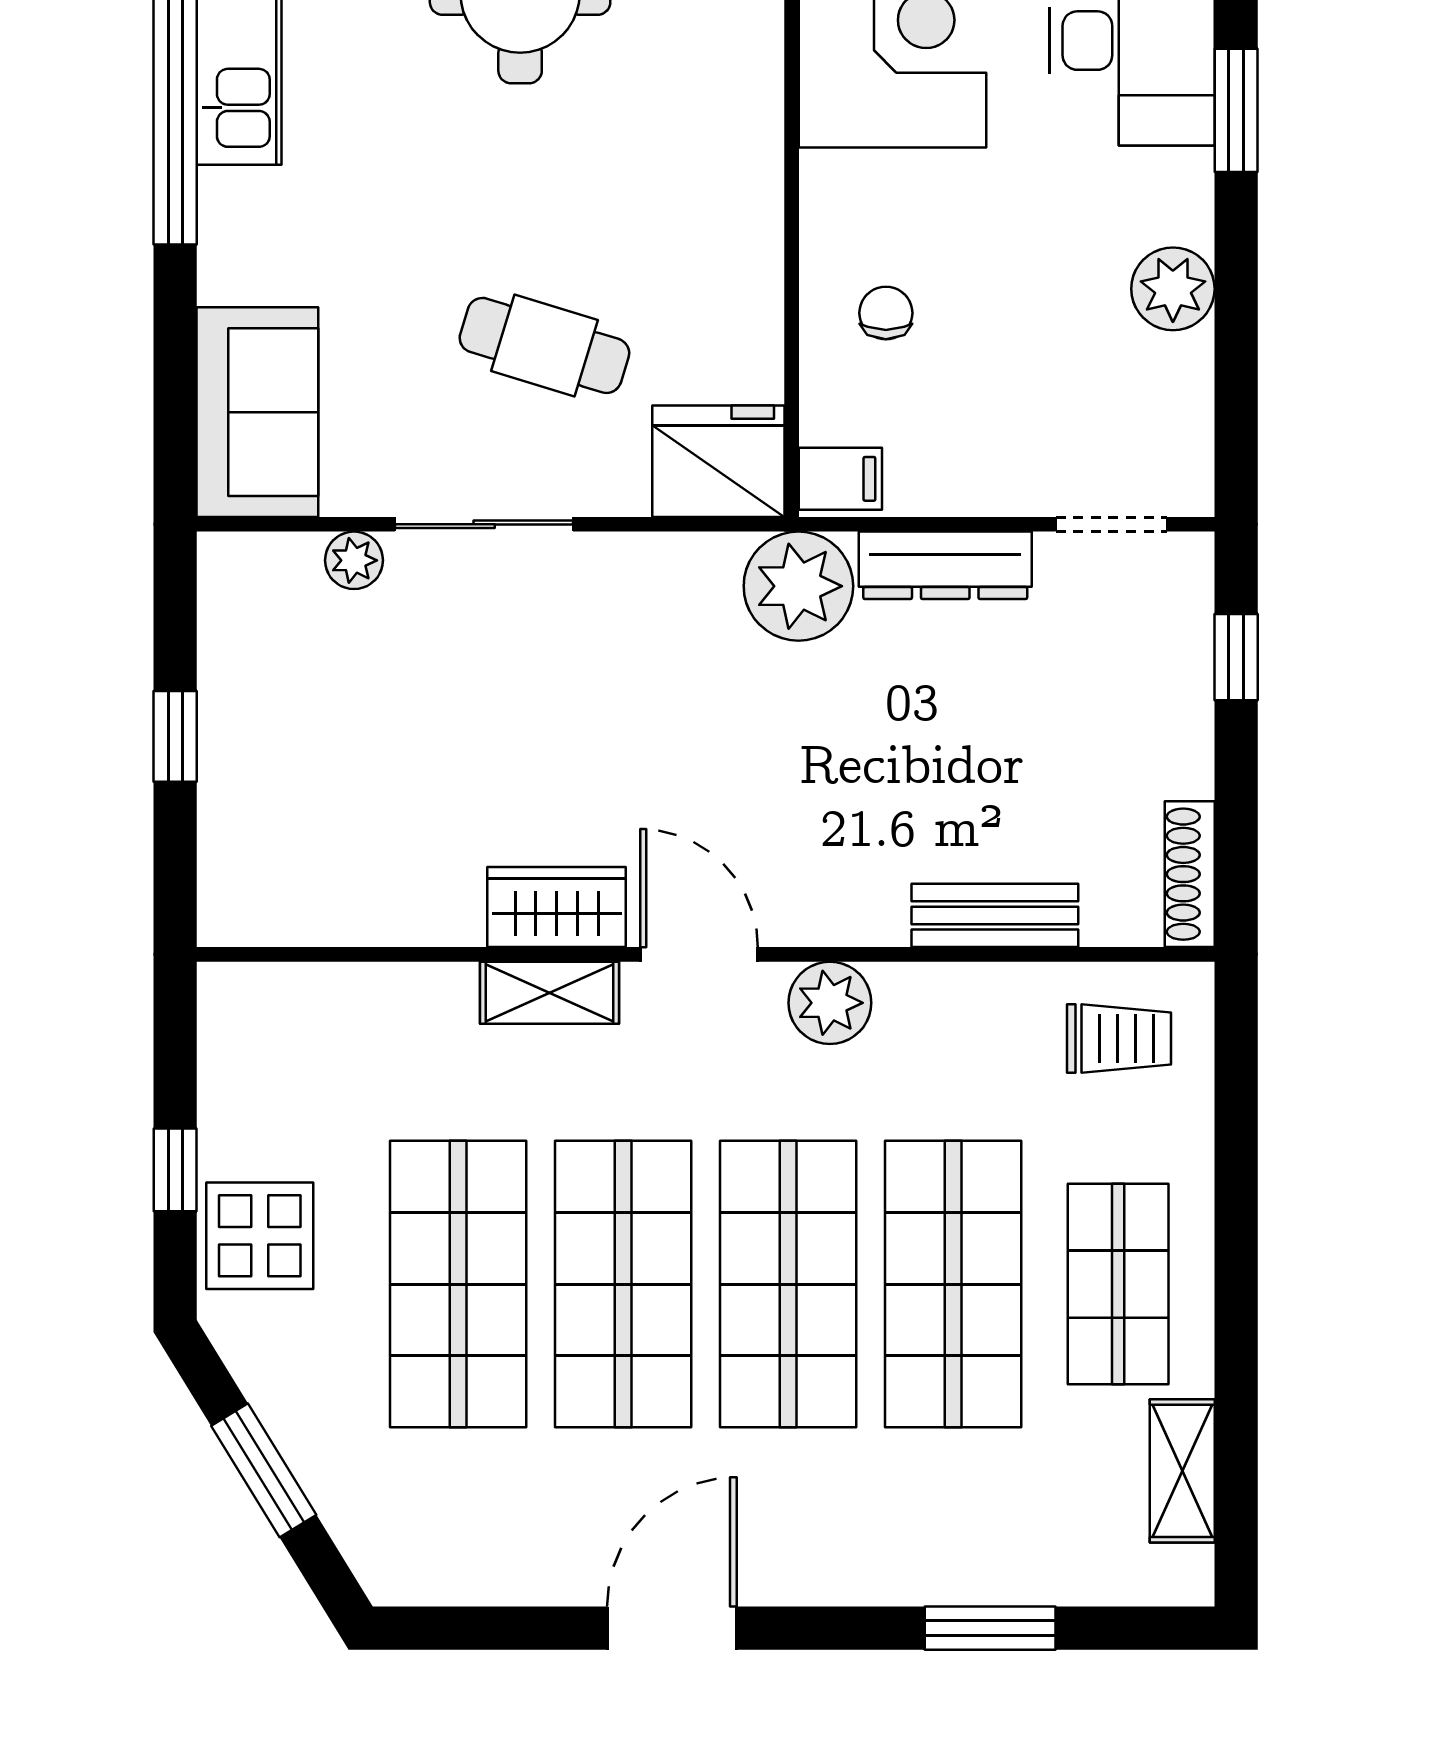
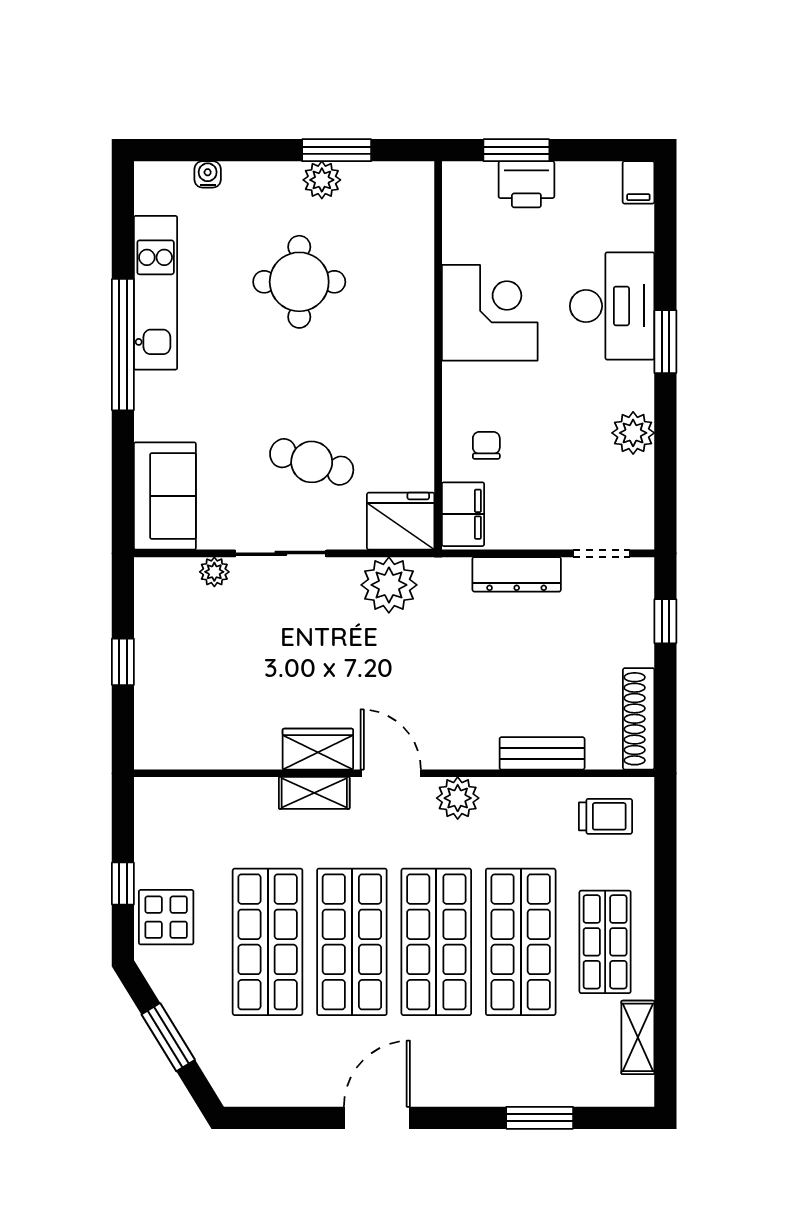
filing cabinet: (840, 479) -> (463, 514), width x2.00
plant: (798, 586) -> (389, 585), moved
shoe rack: (1190, 874) -> (639, 719), width x1.36, depth x1.24

